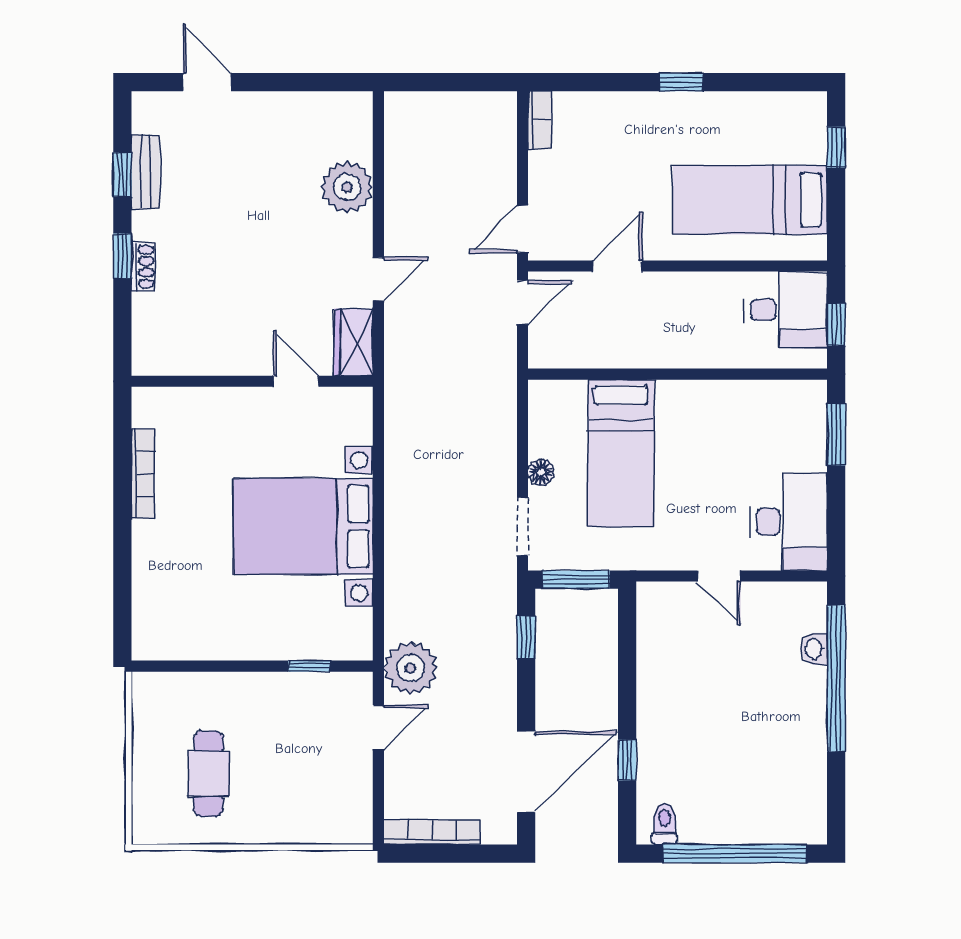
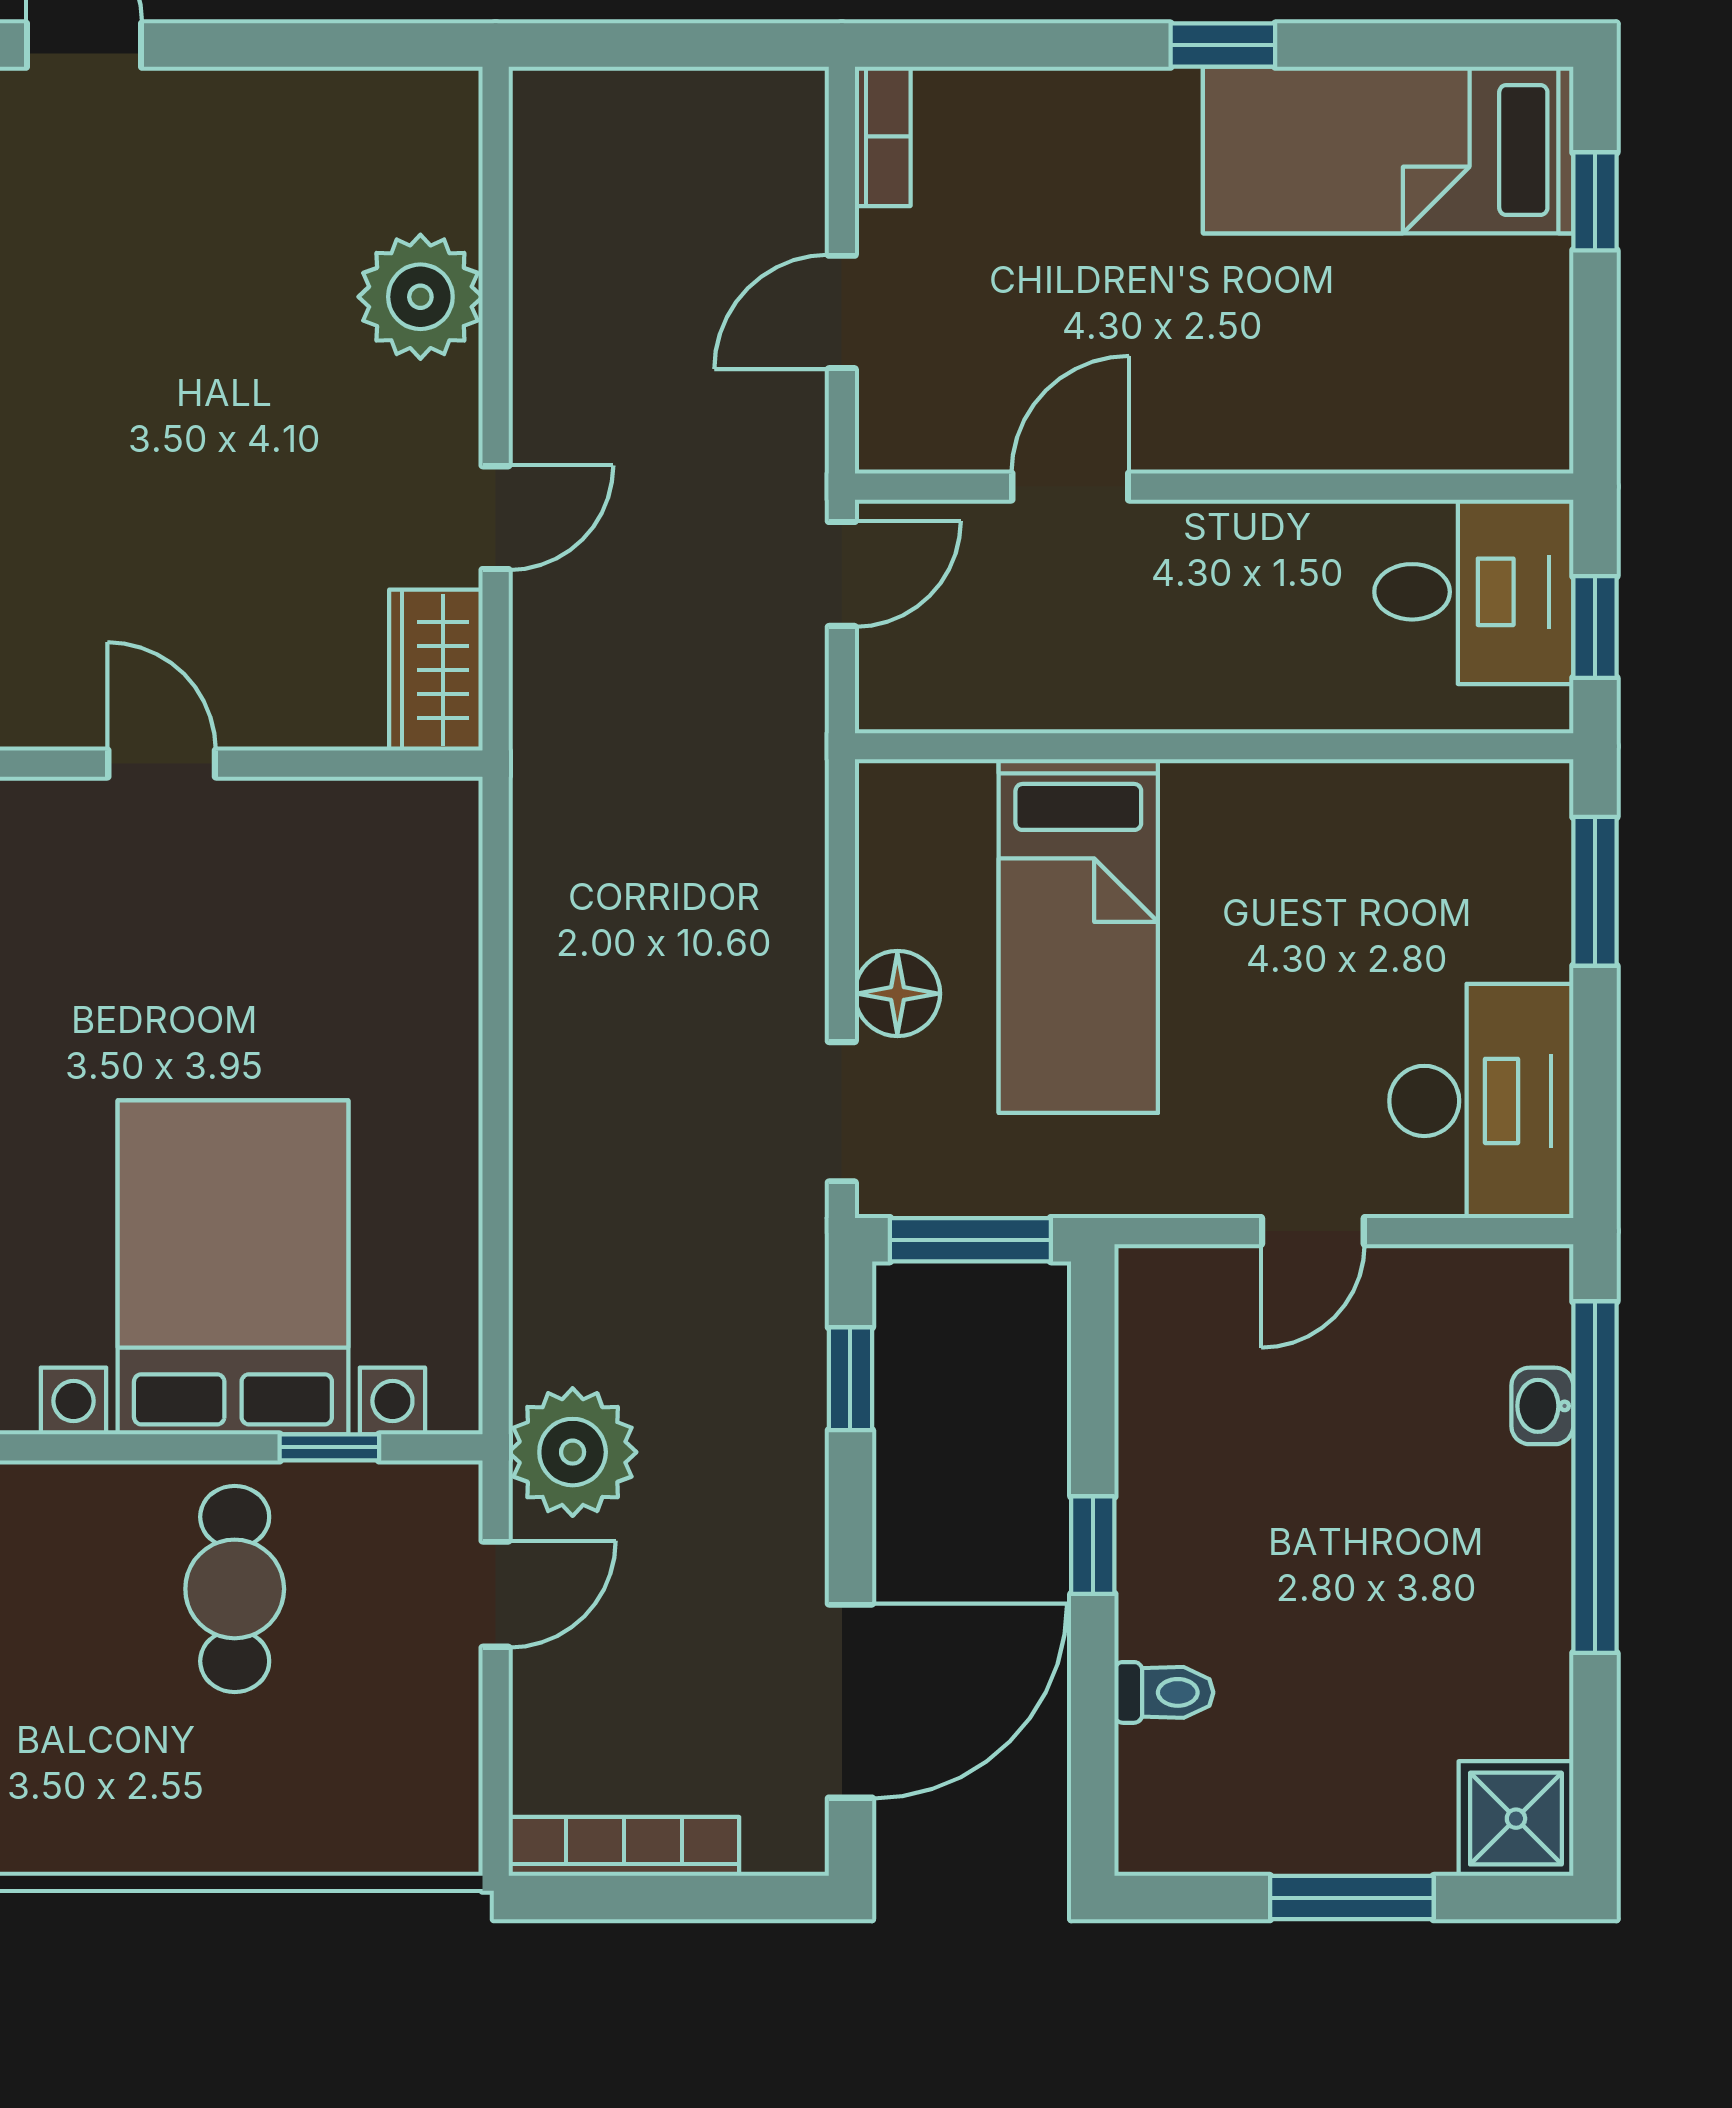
bed: (750, 200) -> (1388, 150), moved
door: (523, 229) -> (842, 312), moved
door: (296, 381) -> (162, 764), moved
floor lamp: (541, 472) -> (897, 994), width x1.37, depth x1.37
bed with nightstands: (303, 527) -> (233, 1267), moved, turned 90
door: (719, 576) -> (1313, 1231), hinge flipped
window: (627, 760) -> (1093, 1545), moved
cafe table: (209, 774) -> (235, 1589), moved
shower: (803, 821) -> (1516, 1819), added
toilet: (664, 824) -> (1164, 1692), moved, turned 90
window: (735, 854) -> (1352, 1898), width x0.47

